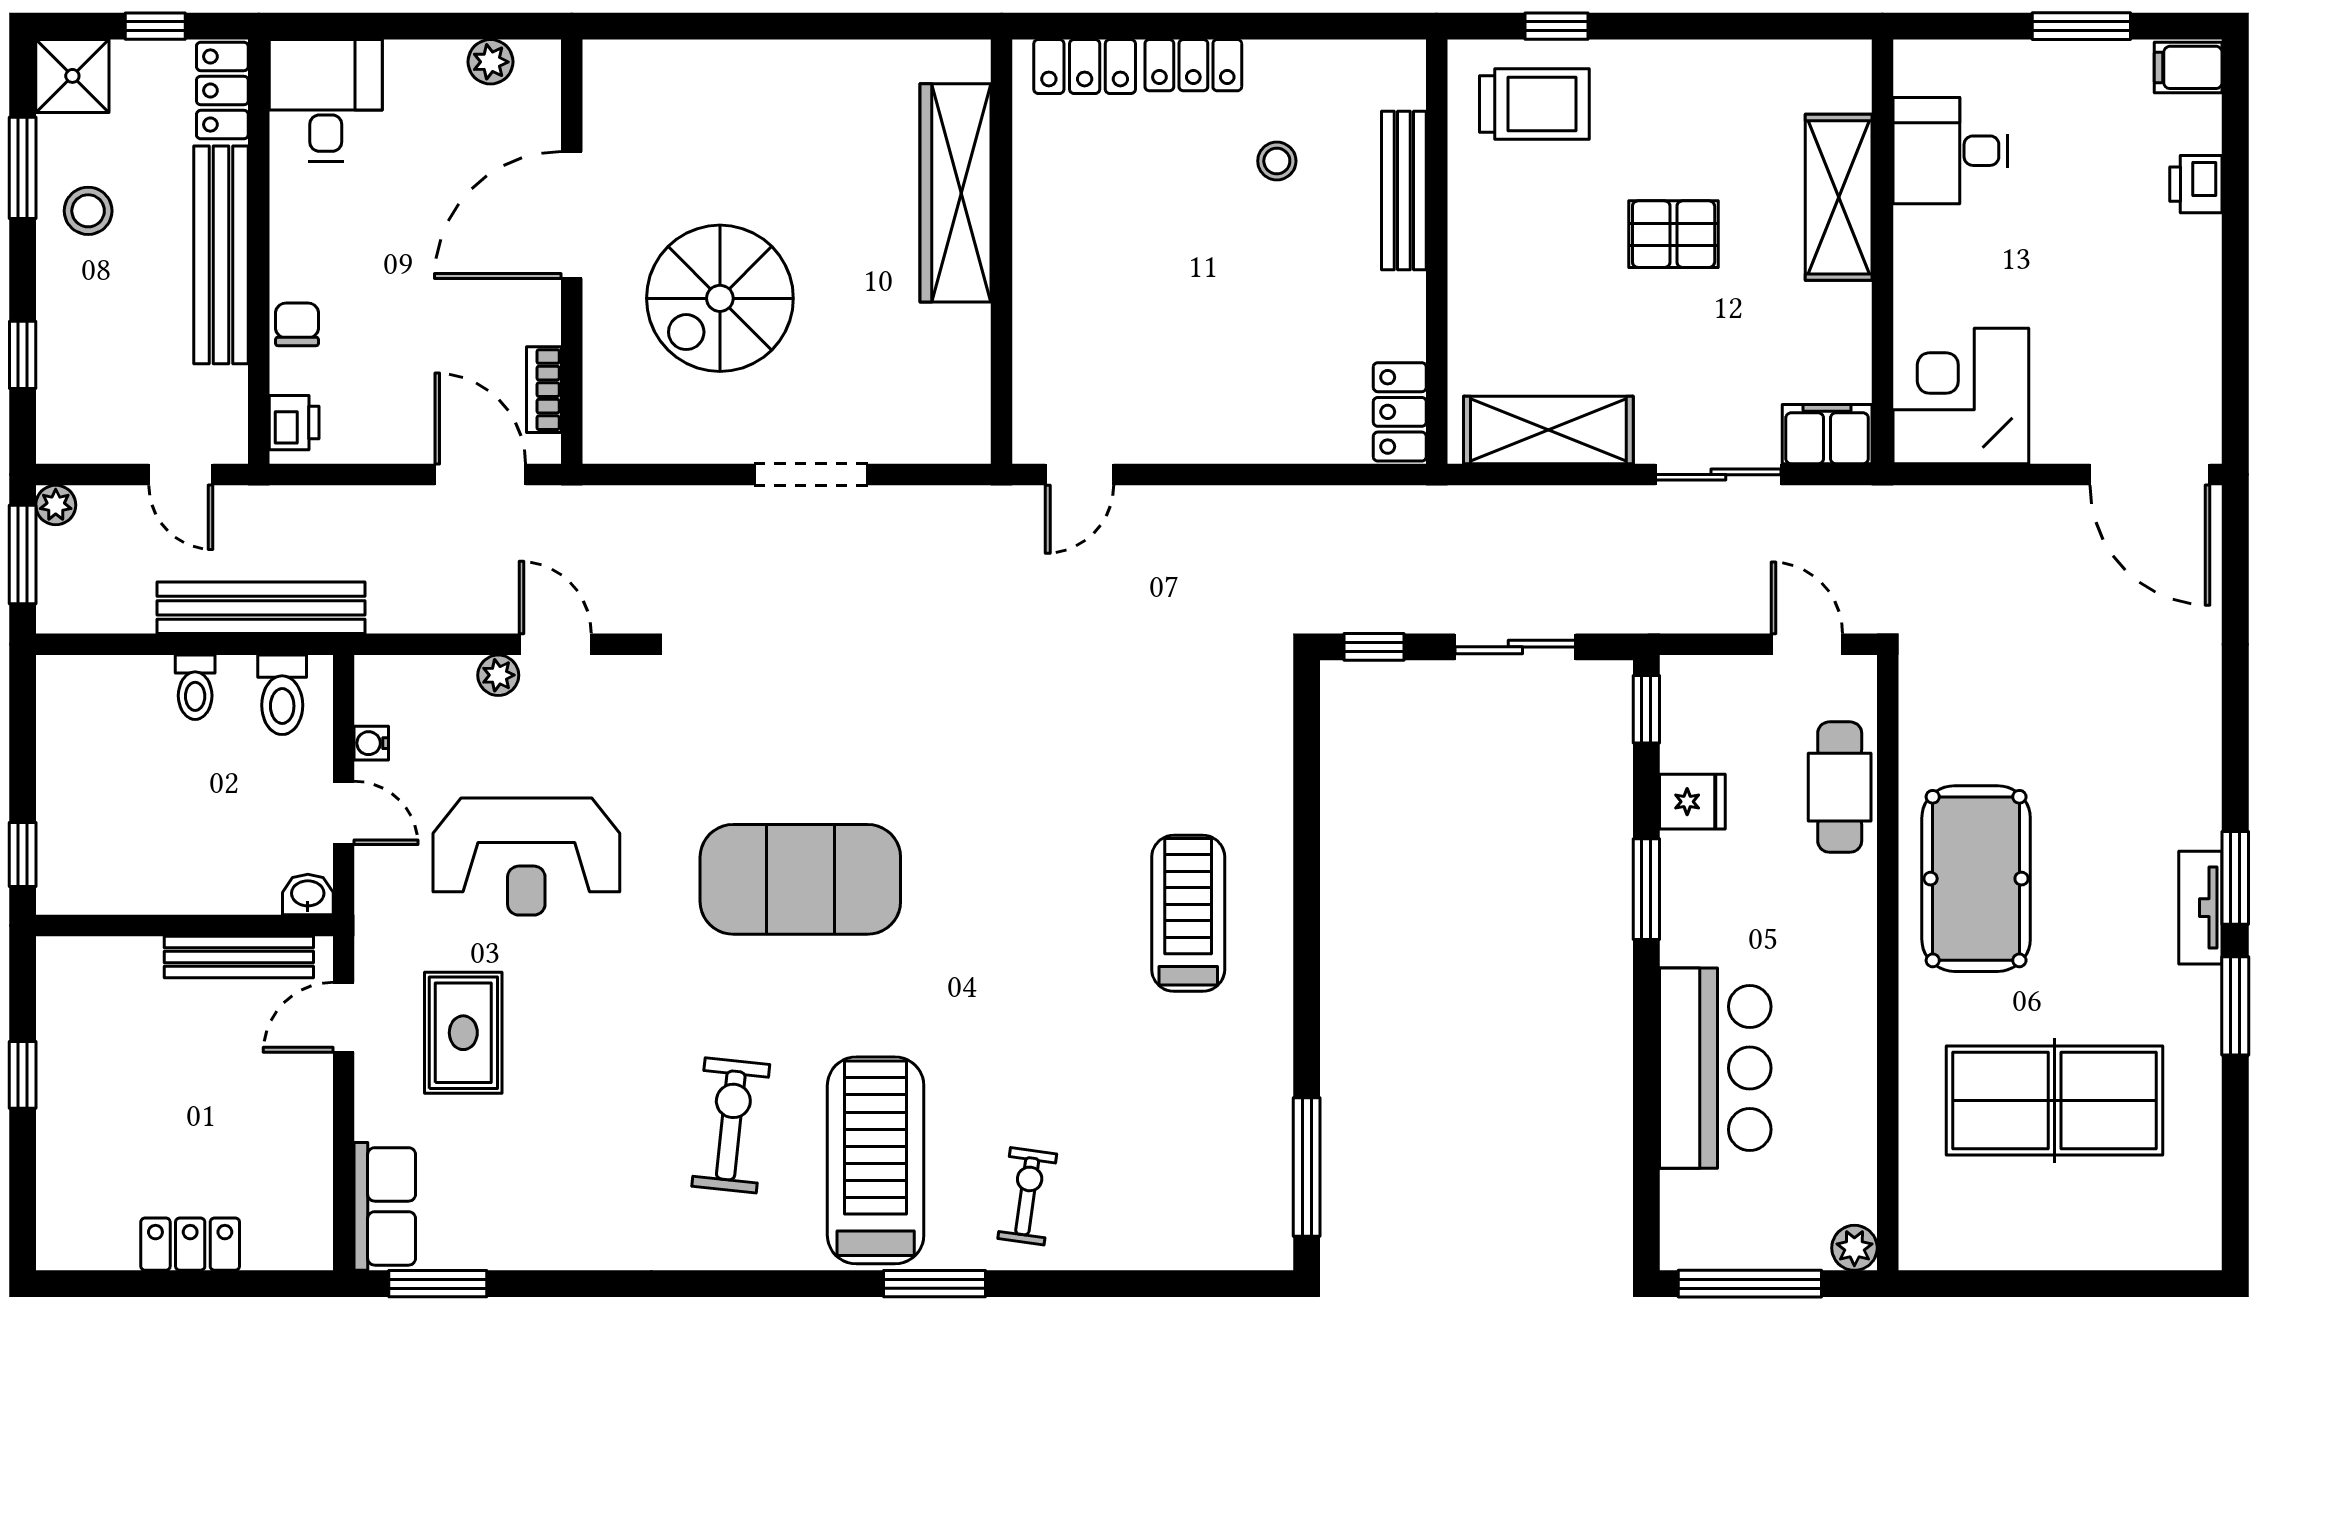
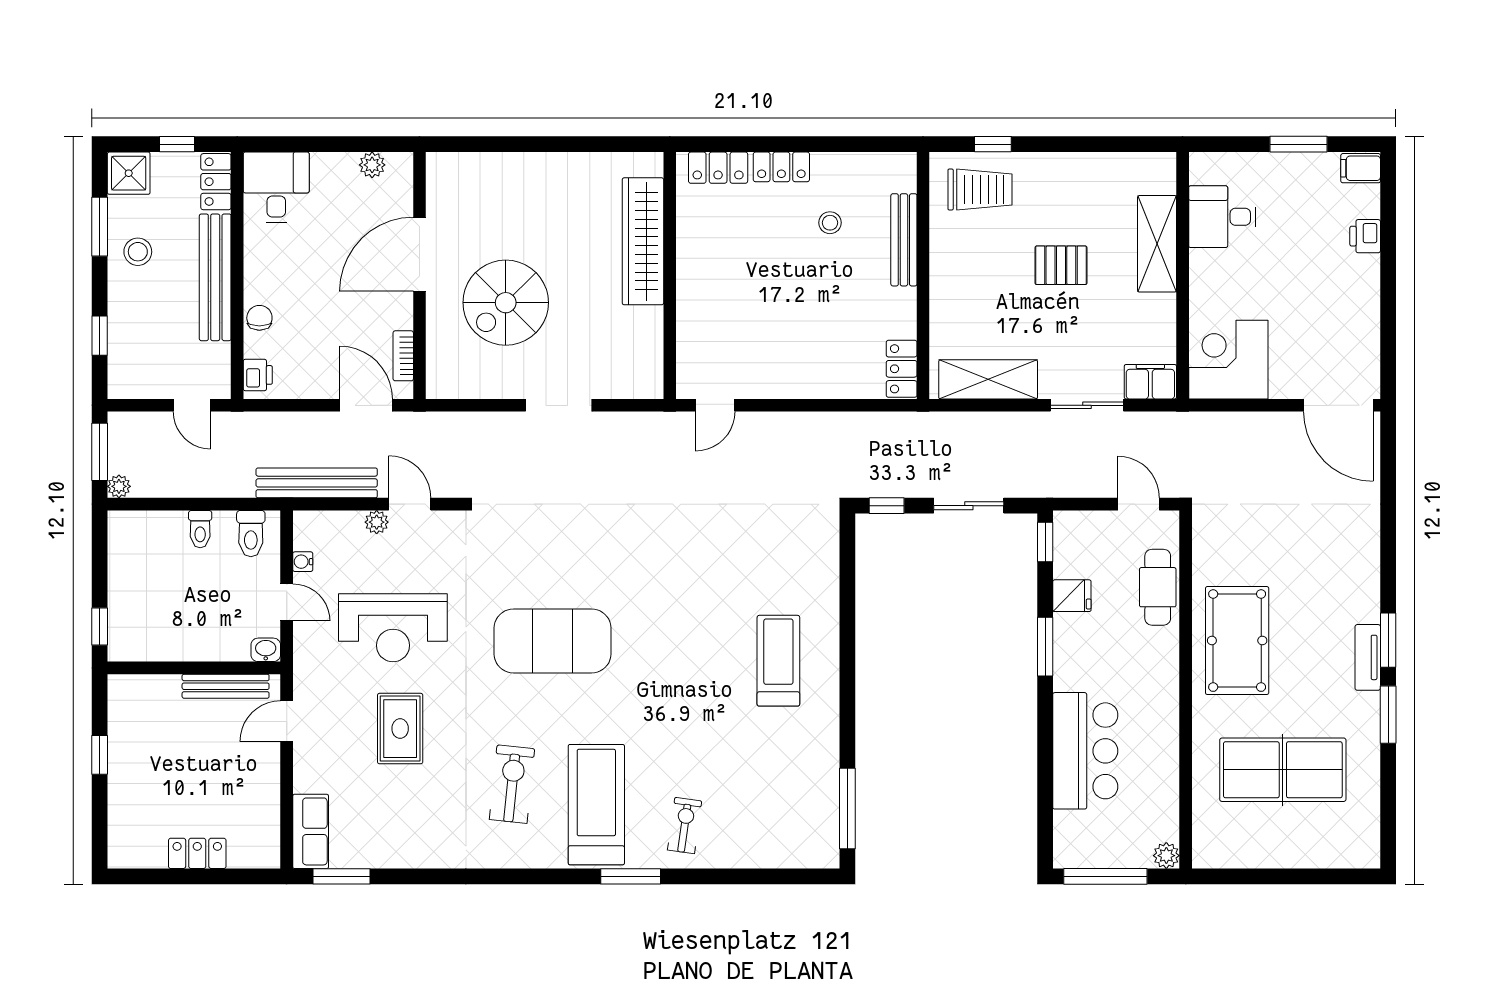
plant: (56, 505) -> (119, 486), moved
bench: (261, 608) -> (317, 483), moved
rug: (463, 1033) -> (400, 729), moved

